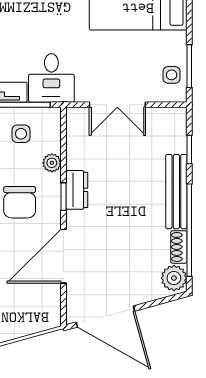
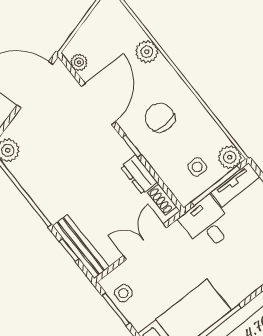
plant: (52, 163) -> (79, 62), moved
dresser: (77, 190) -> (139, 175), moved
bench: (176, 192) -> (81, 246), moved
shoe rack: (179, 247) -> (162, 200), moved, turned 180

